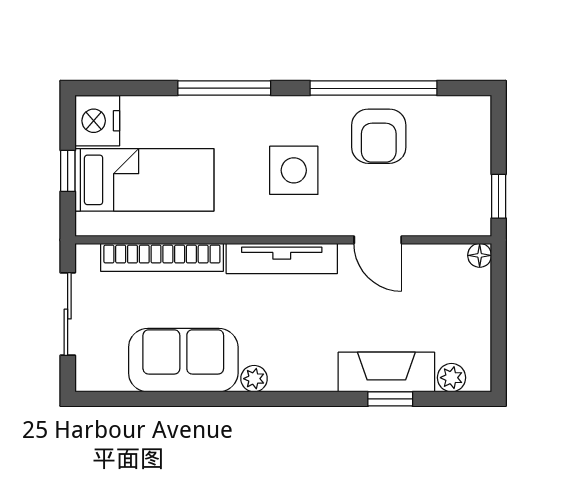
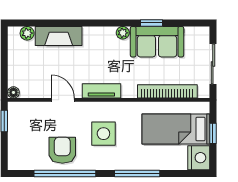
tv unit: (282, 259) -> (101, 91), width x0.71
window: (390, 399) -> (151, 23), moved

